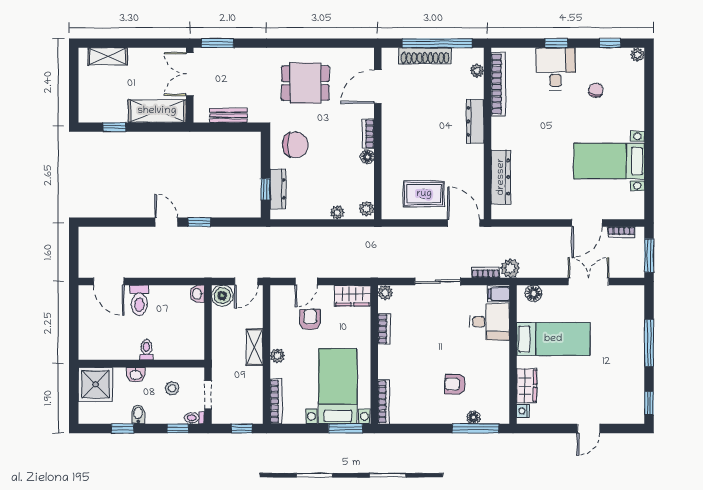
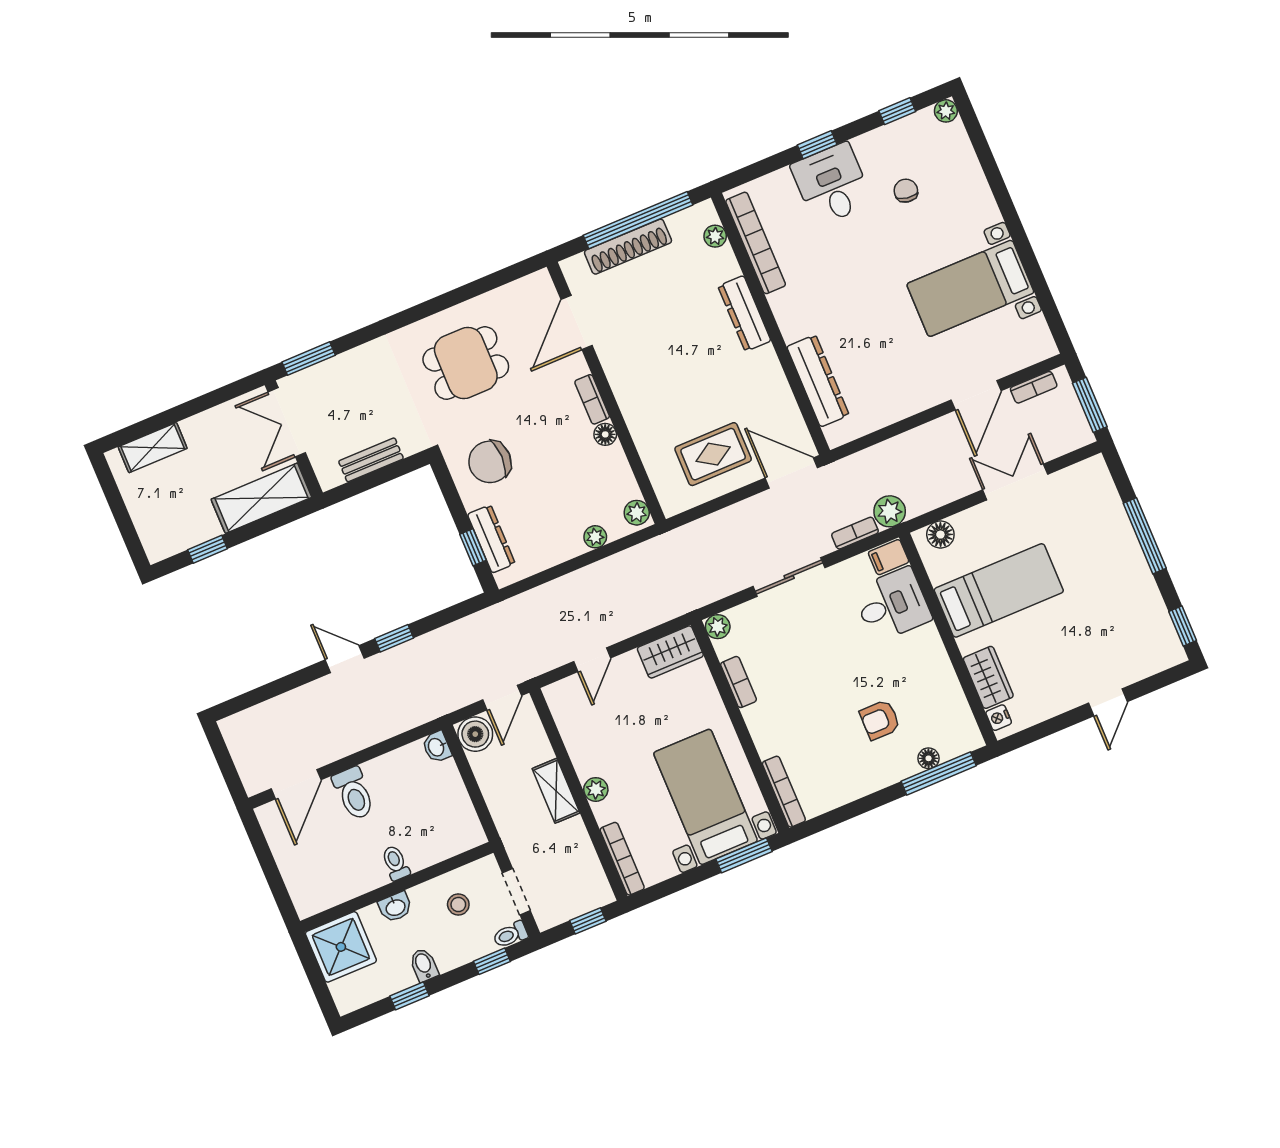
chair: (295, 145) -> (490, 462), turned 180
door: (109, 281) -> (296, 784), hinge flipped
armchair: (310, 320) -> (622, 714), removed

